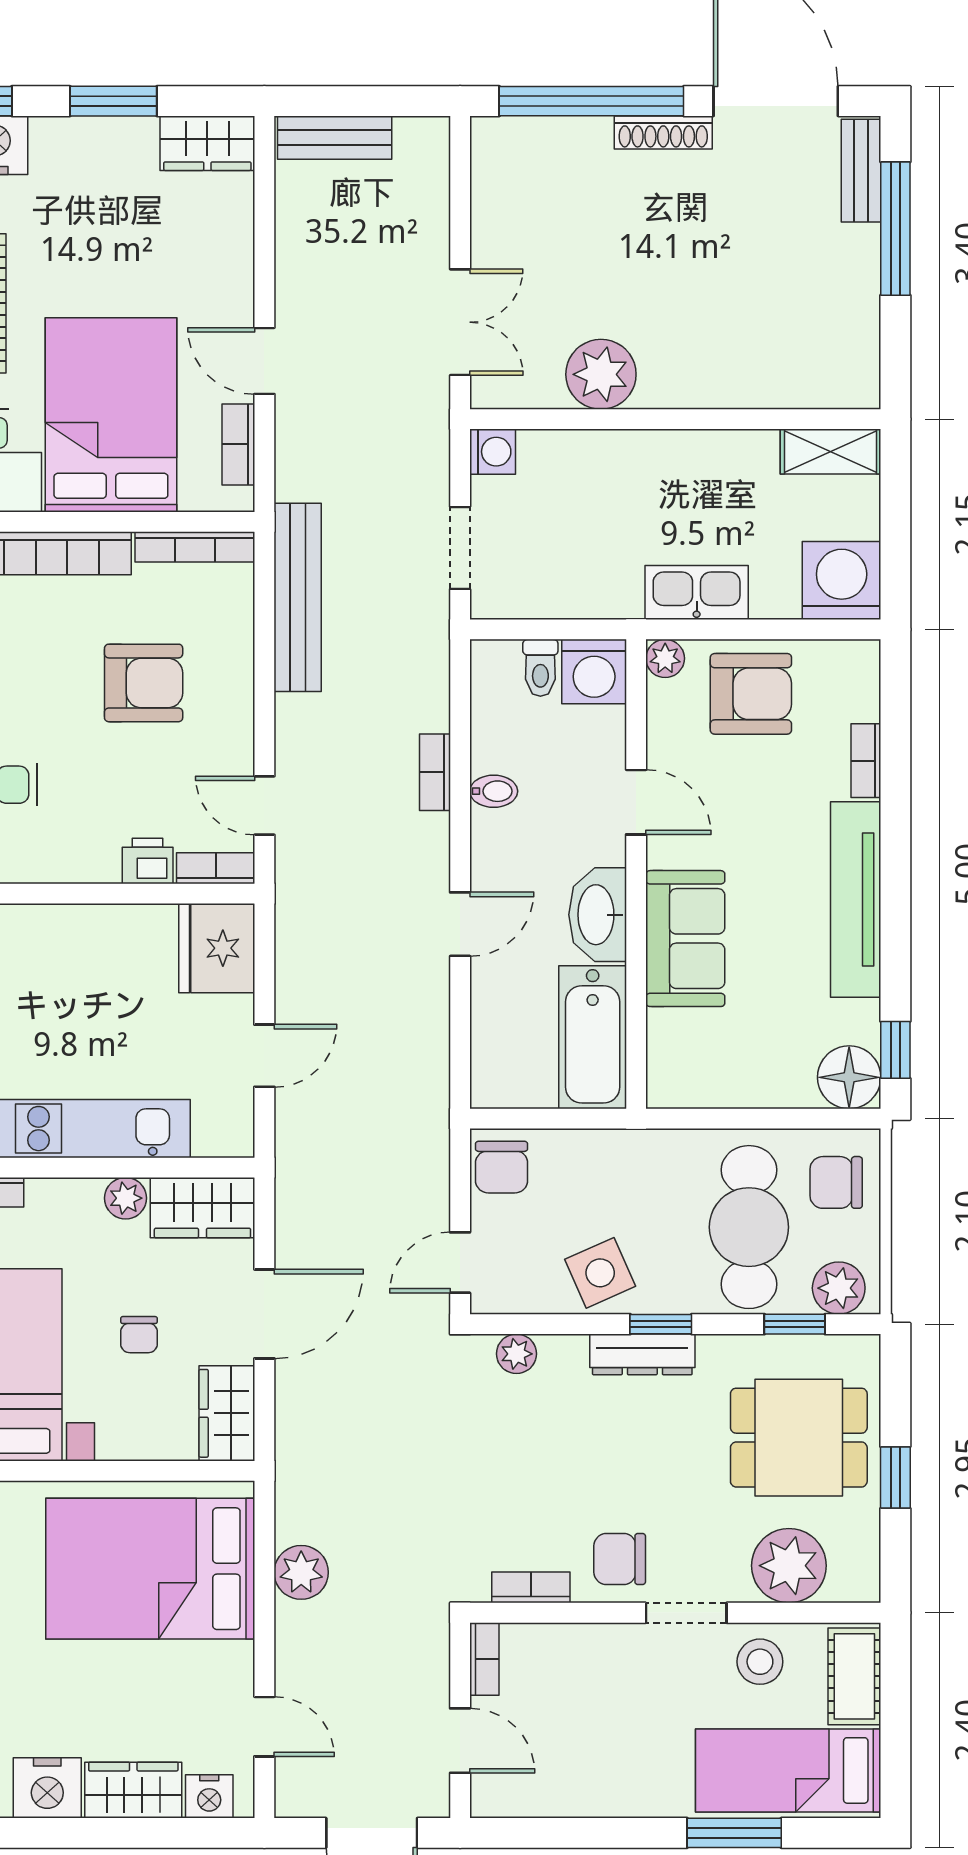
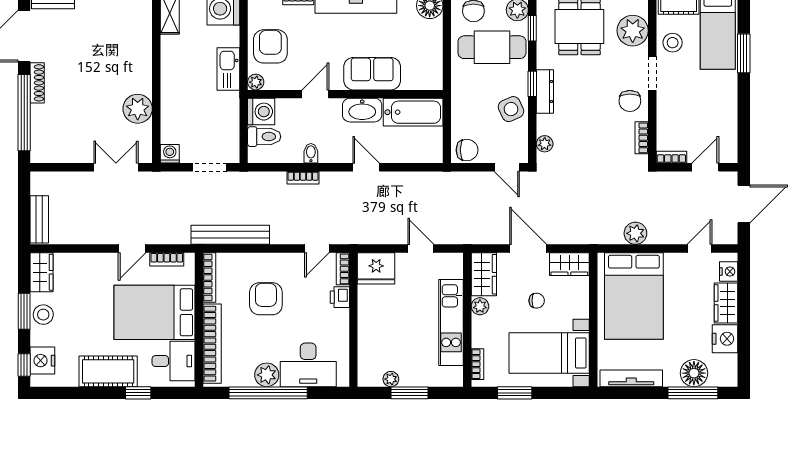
stool: (106, 147) -> (43, 315), added
toilet: (540, 668) -> (264, 137), width x1.37, depth x1.39

